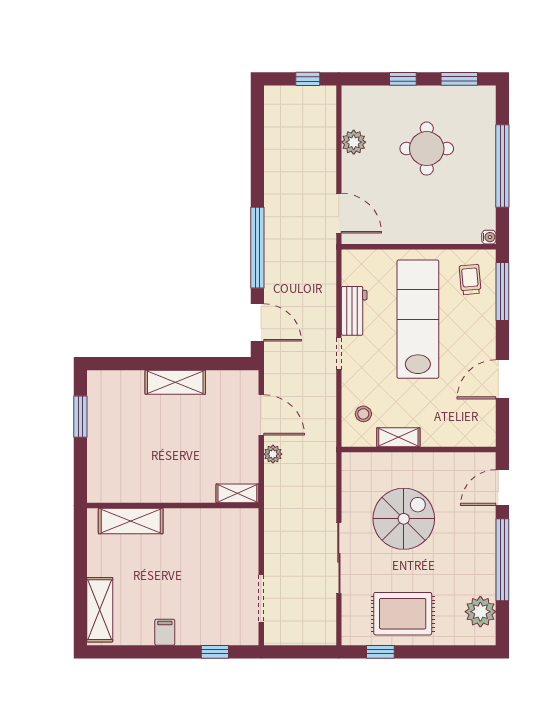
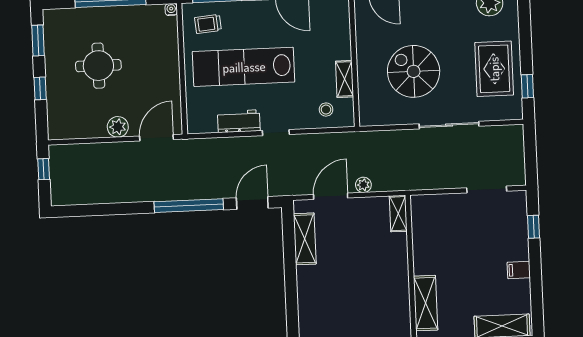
plant: (354, 142) -> (118, 127), moved
shelving: (175, 382) -> (305, 239), moved

